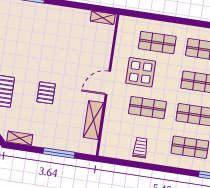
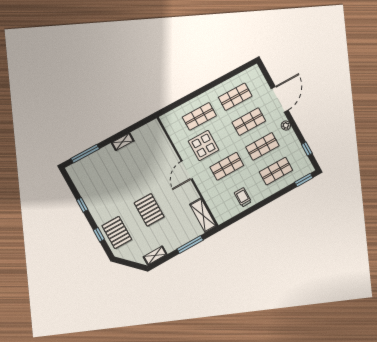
shelving: (103, 18) -> (123, 142), moved
pallet: (46, 93) -> (149, 210), width x1.50, depth x1.42
shelving: (93, 120) -> (203, 215), moved

